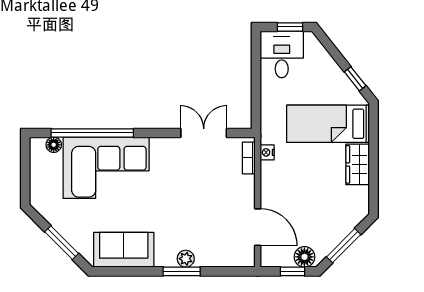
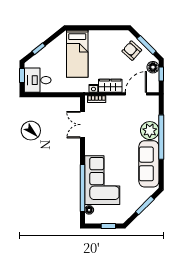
window: (355, 79) -> (39, 49), moved
wardrobe: (358, 164) -> (110, 86), moved, turned 180
window: (25, 178) -> (108, 226), added
armchair: (334, 220) -> (132, 51), added
sofa: (124, 250) -> (149, 164), width x1.36
plant: (186, 259) -> (150, 131), width x1.87, depth x1.87
window: (182, 271) -> (161, 137), width x2.11

